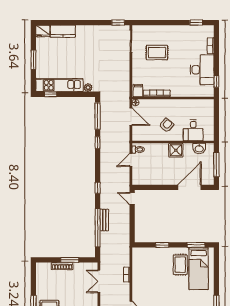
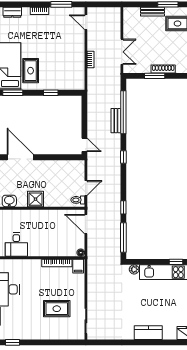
window: (118, 23) -> (100, 342), removed
kitchen counter: (63, 31) -> (148, 333), moved
door: (131, 117) -> (86, 224), moved
armchair: (166, 125) -> (46, 227), removed
desk: (193, 130) -> (16, 245), moved, turned 180
door: (189, 187) -> (20, 157), swing flipped

